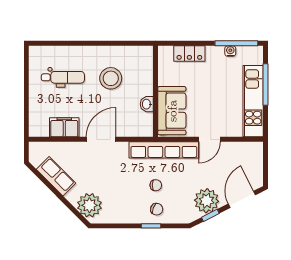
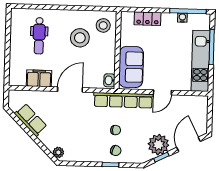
stool: (138, 63) -> (103, 25), added
dental chair: (63, 77) -> (39, 36), turned 90
washbasin: (147, 104) -> (109, 80), moved
plant: (89, 205) -> (58, 152), width x0.53, depth x0.53

